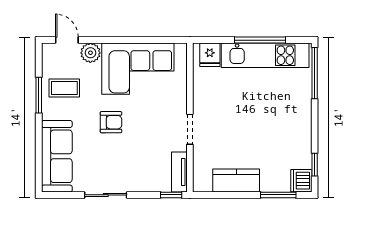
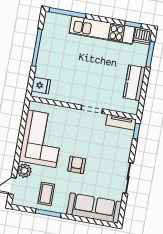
kitchen unit: (265, 55) -> (102, 30), moved, turned 90

